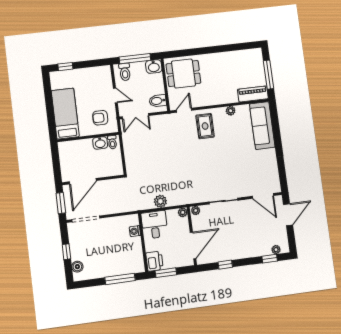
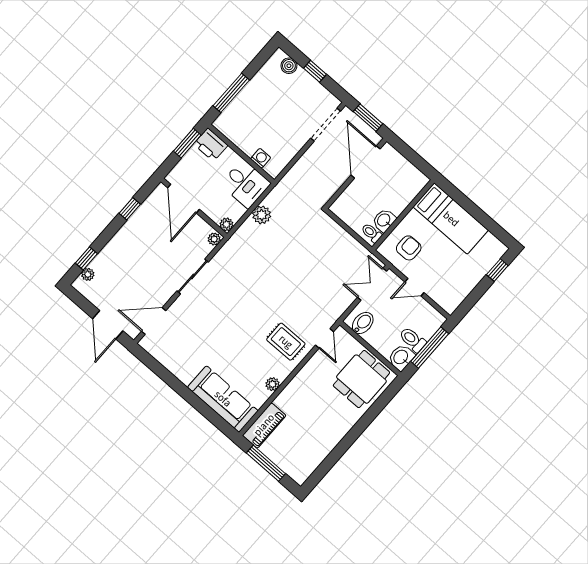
toilet: (125, 72) -> (413, 340), moved

